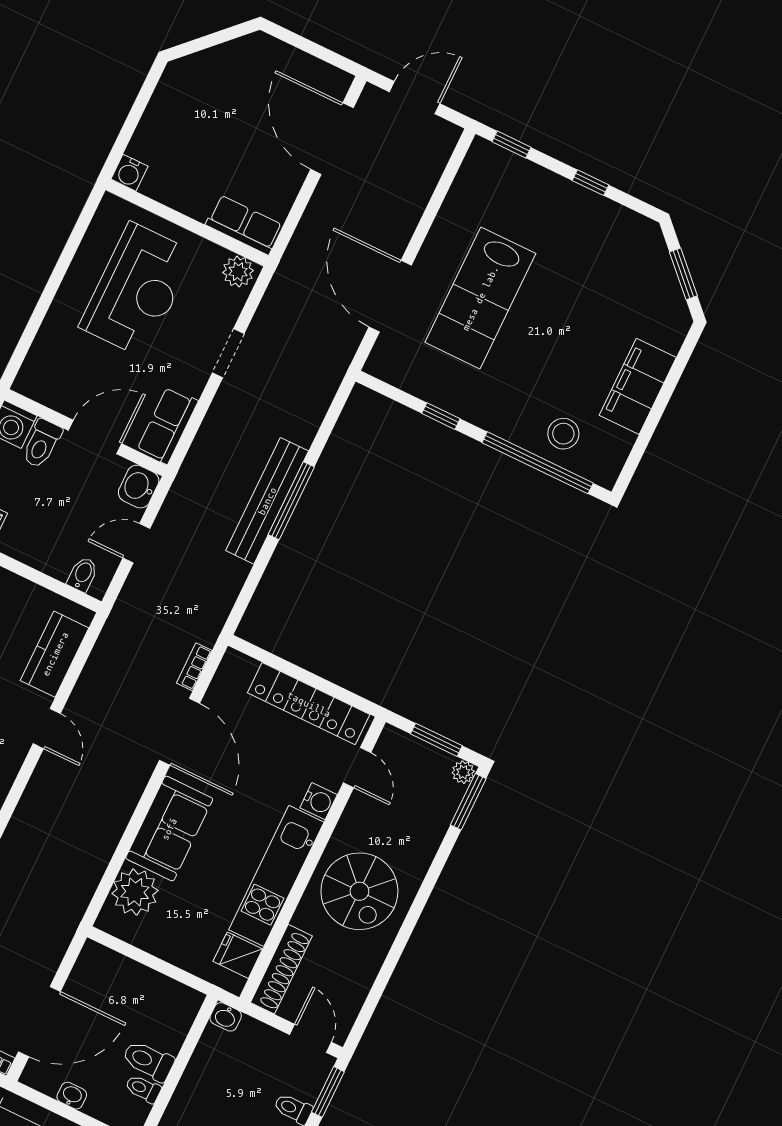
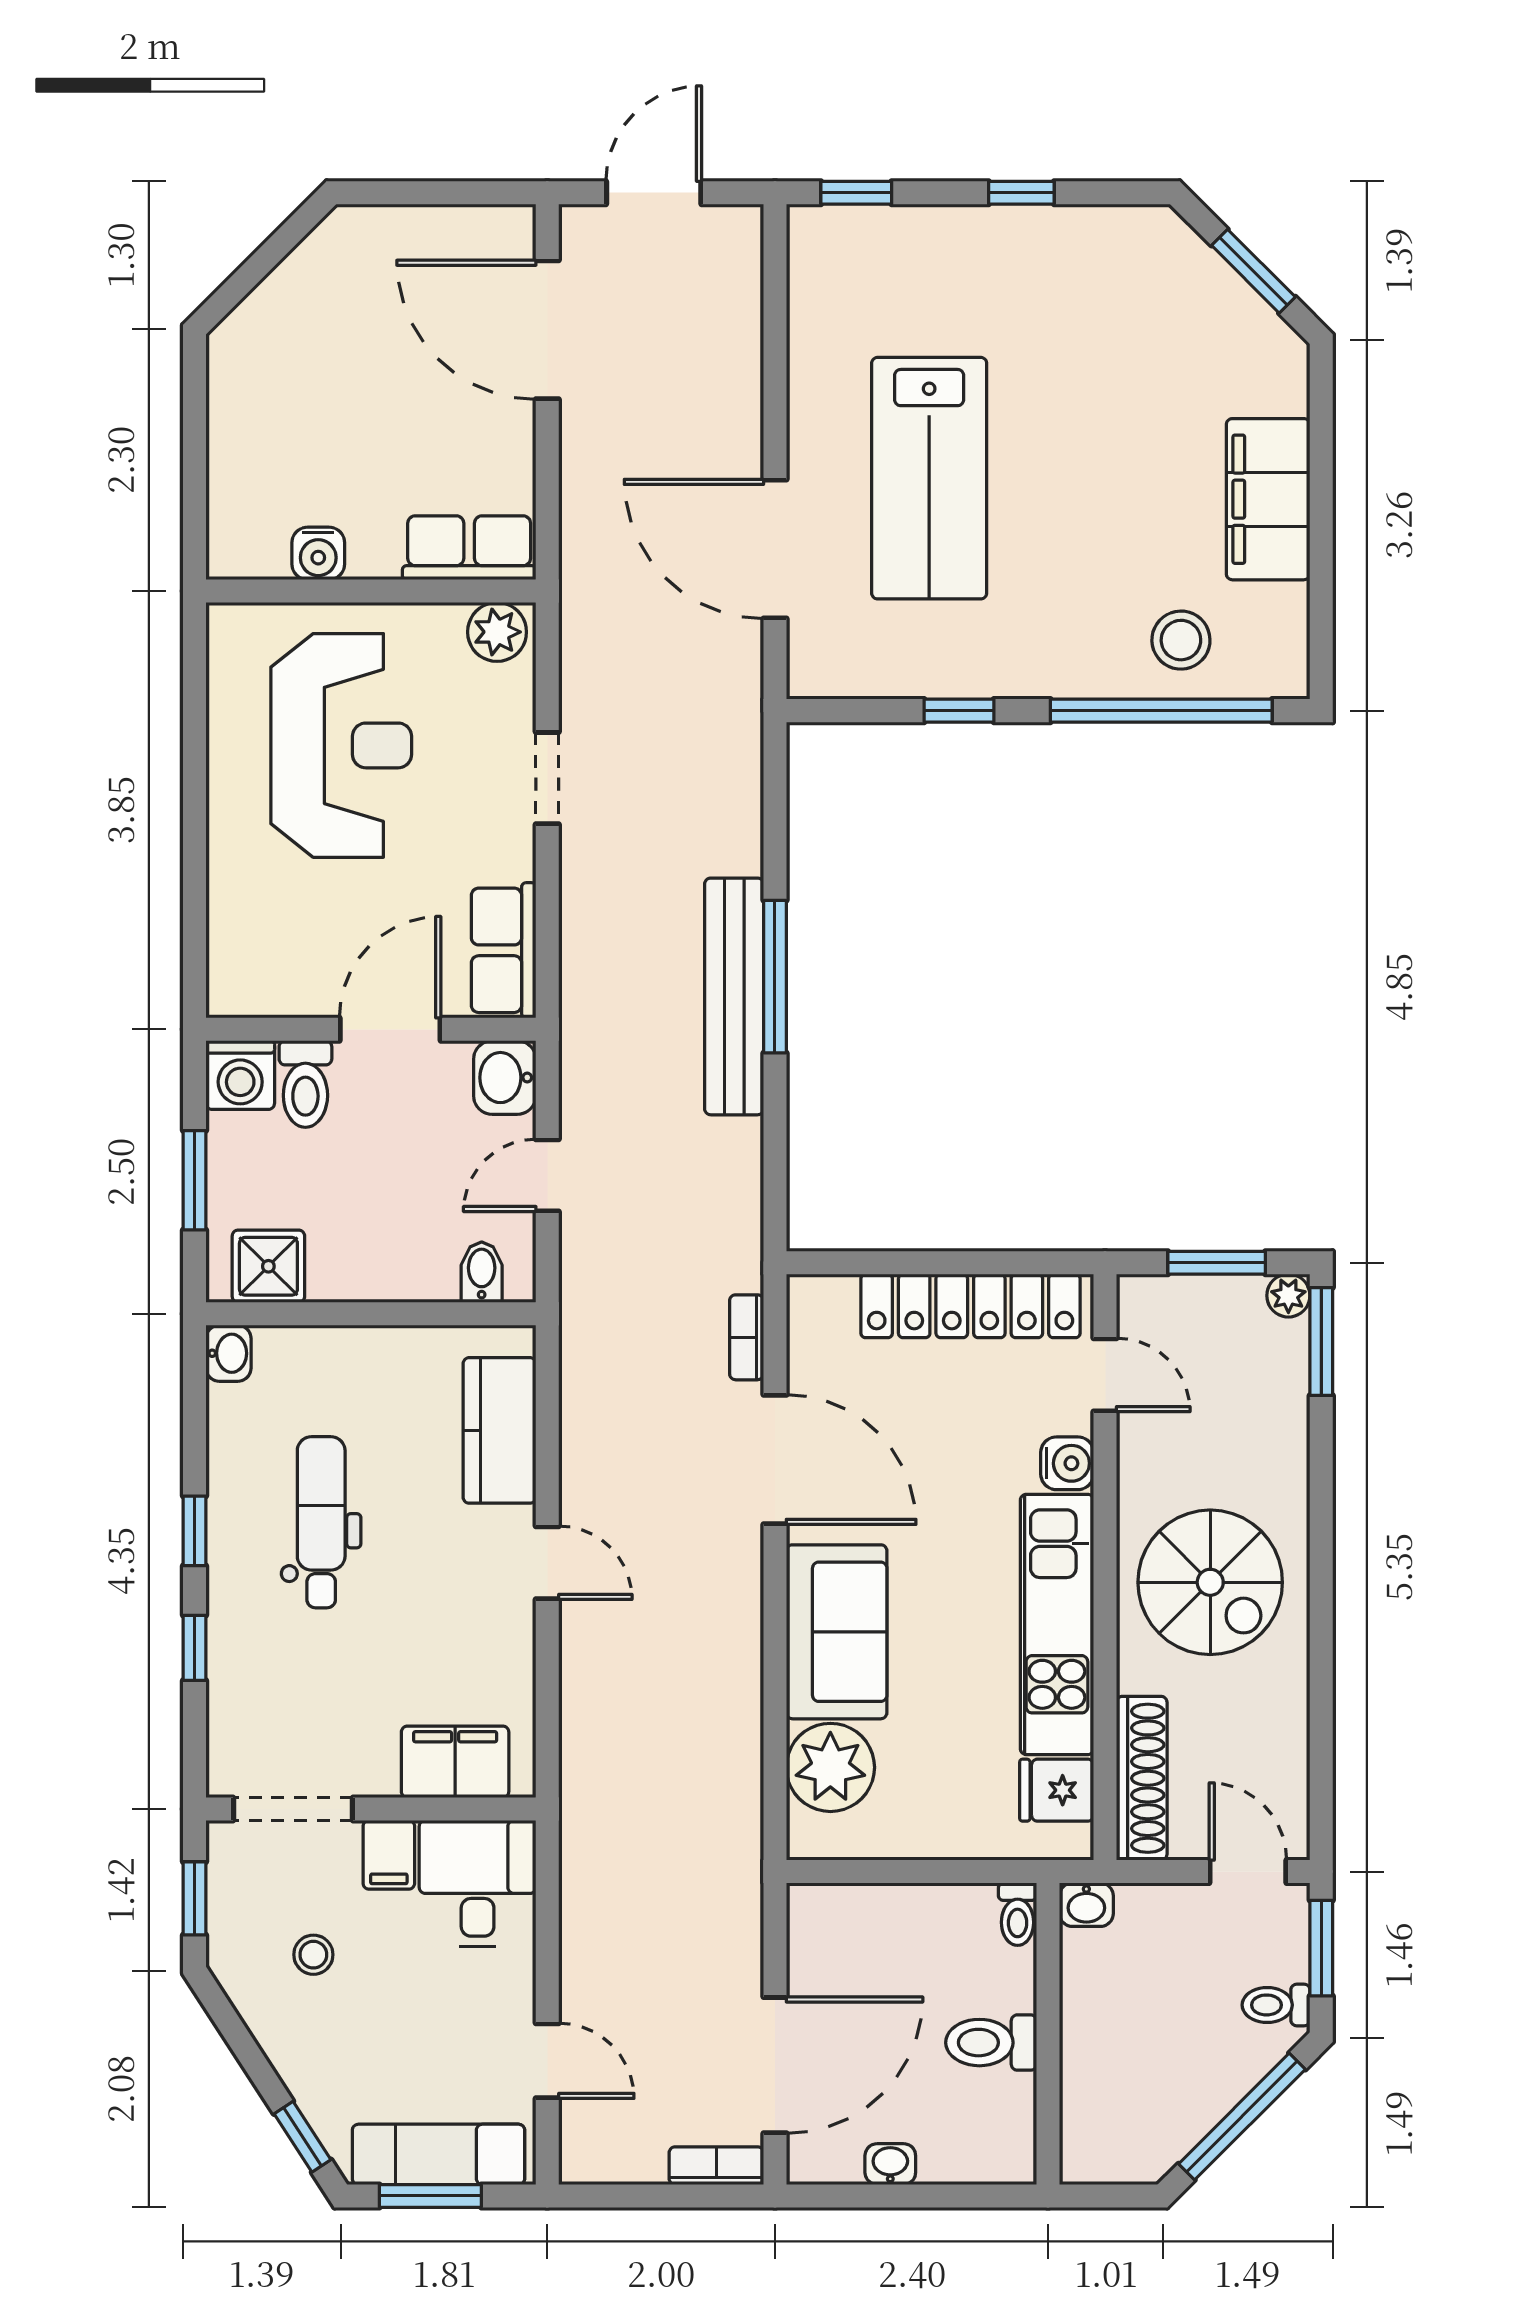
water cooler: (129, 173) -> (318, 553), moved
toilet: (143, 1089) -> (1018, 1914), moved, turned -90

